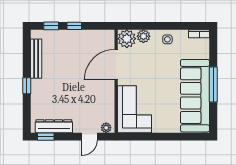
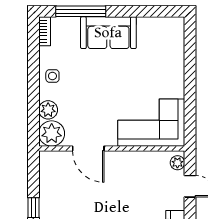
door: (116, 65) -> (88, 148), width x0.73
window: (213, 85) -> (81, 11), moved
sofa: (195, 96) -> (108, 33), width x0.54, depth x0.79

